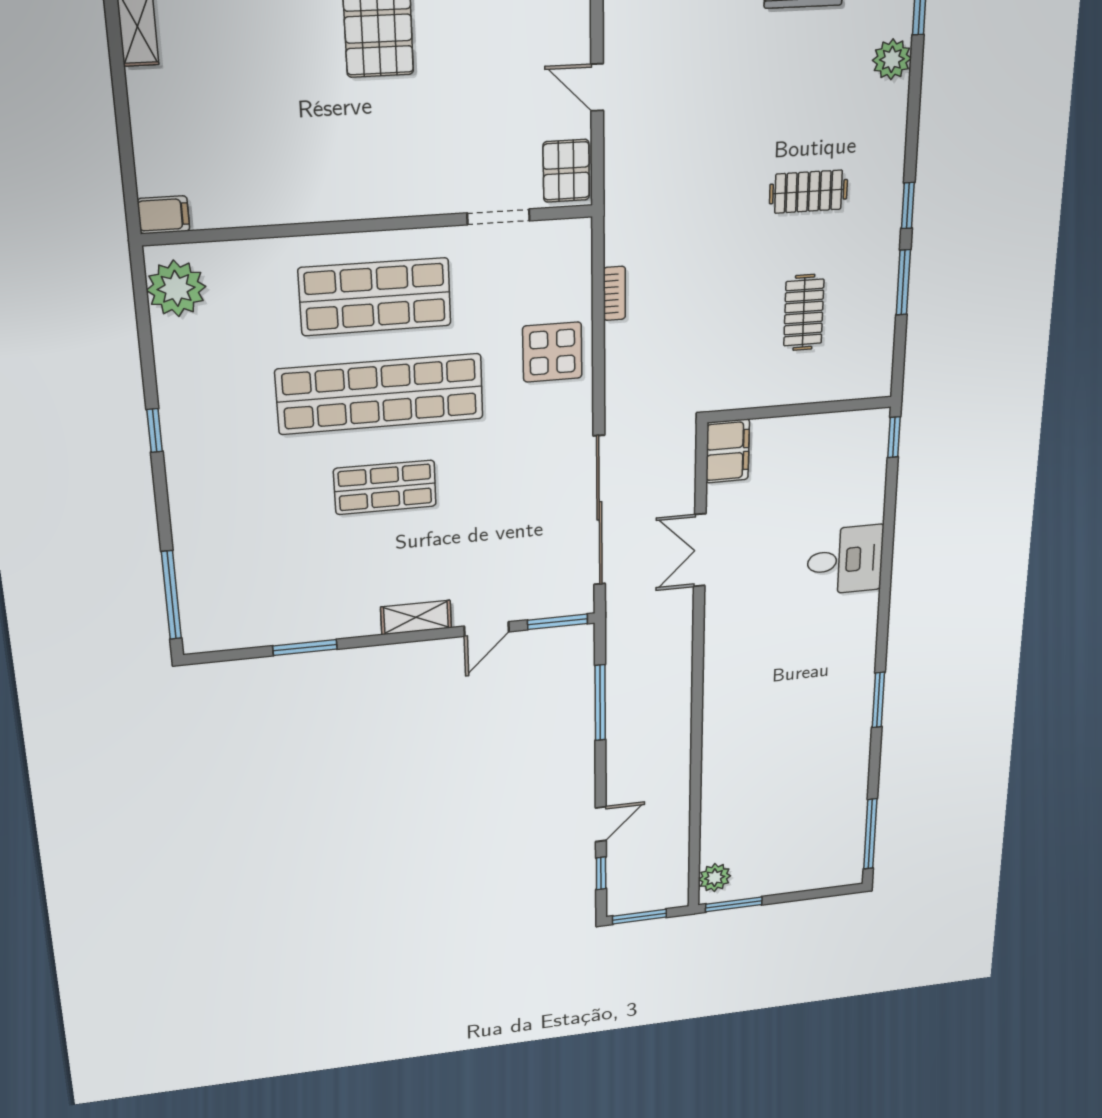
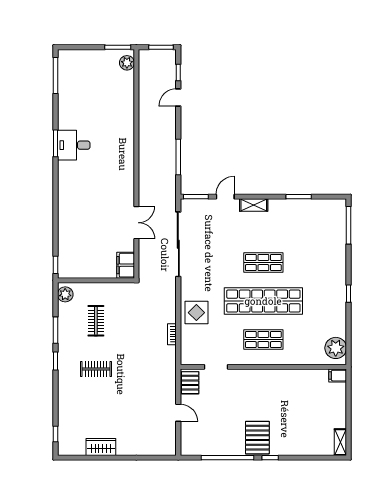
plant: (892, 59) -> (65, 294), moved
shop shelf: (375, 297) -> (263, 340), width x0.70, depth x0.74
desk: (845, 560) -> (74, 145), moved

